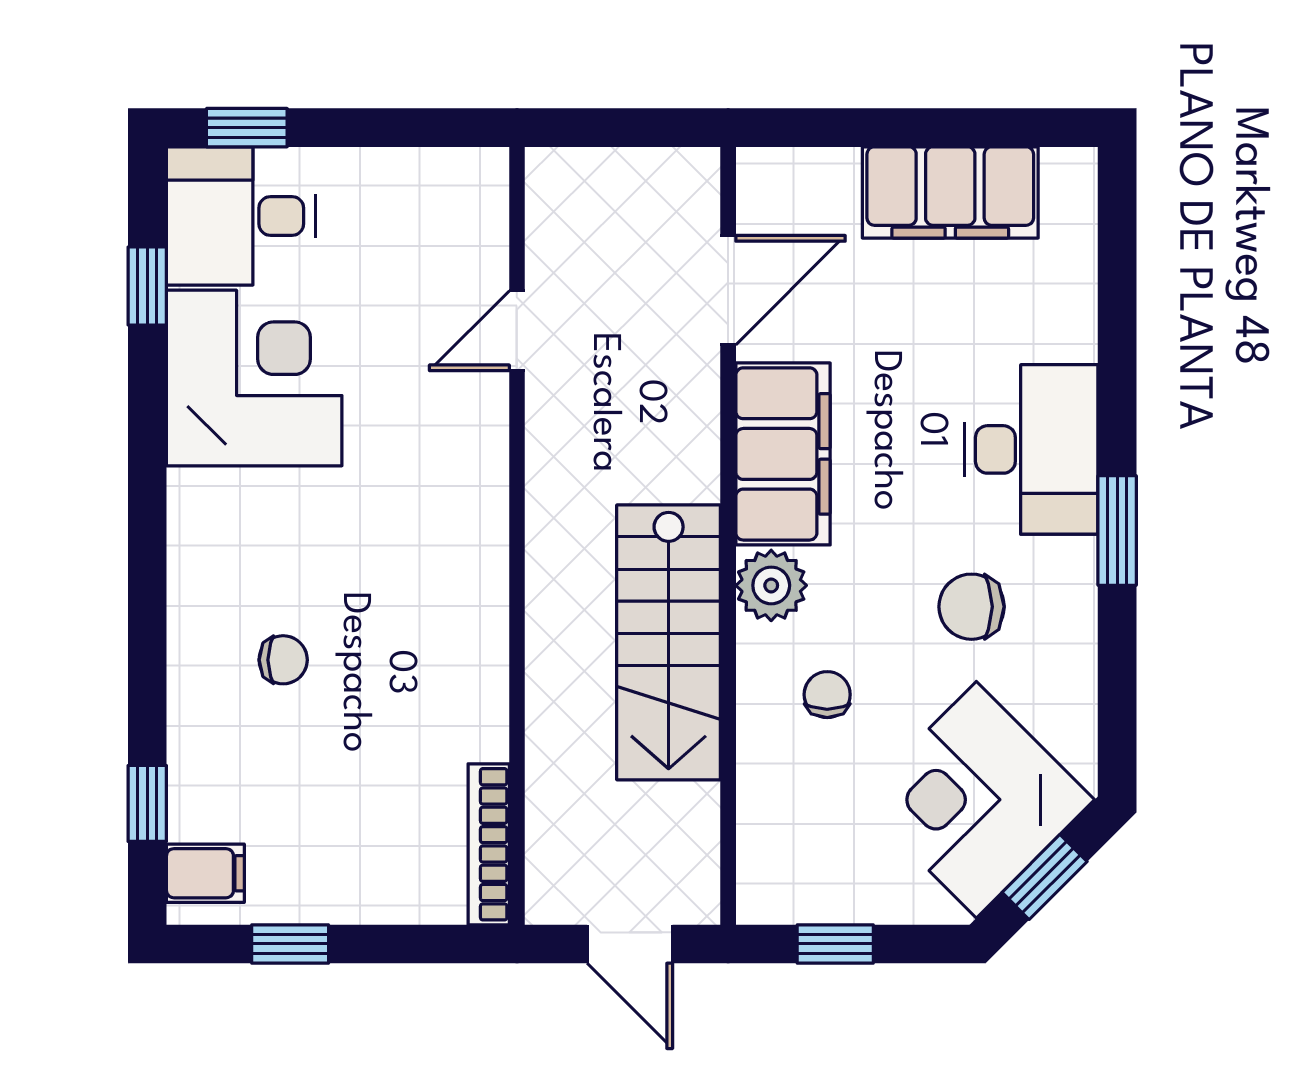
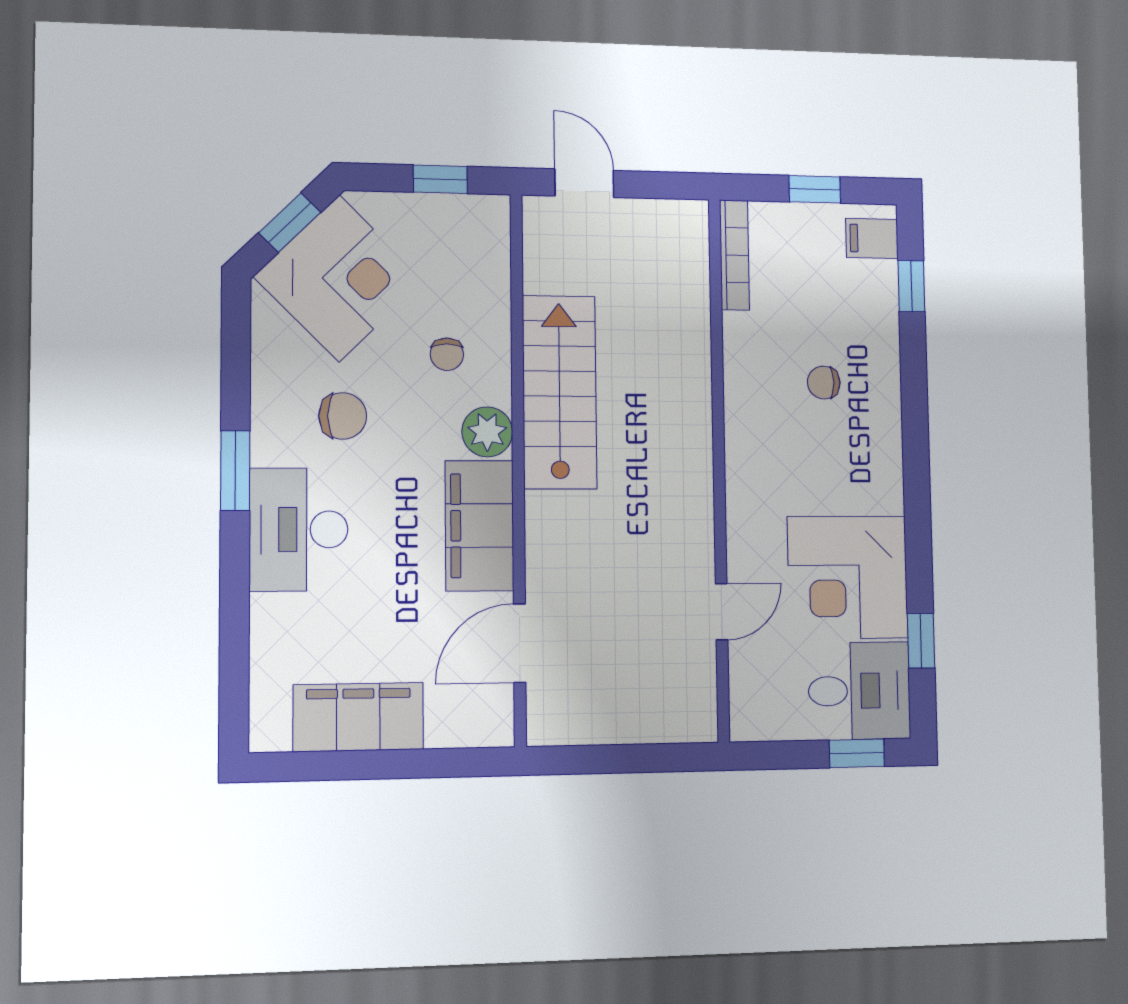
door: (517, 331) -> (722, 612), moved
wall: (517, 536) -> (719, 468), moved
bookcase: (489, 844) -> (734, 255), moved

